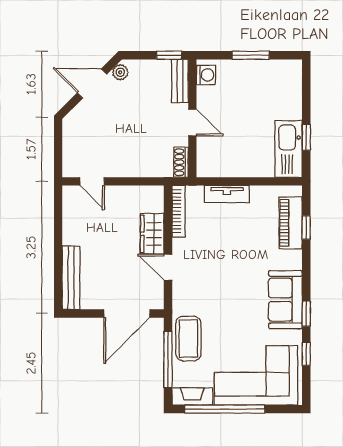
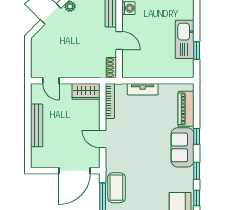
kitchen sink: (289, 149) -> (185, 39), moved
window: (306, 227) -> (197, 136), moved
wardrobe: (152, 234) -> (86, 91), moved, turned -90
bench: (71, 278) -> (37, 125), moved
sofa: (285, 300) -> (182, 147), moved

